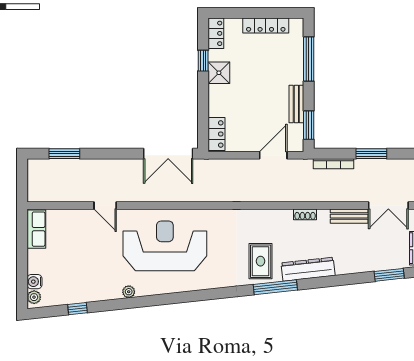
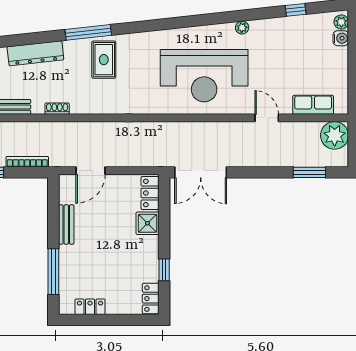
locker: (266, 26) -> (90, 307), width x0.66
shower: (219, 73) -> (147, 223), moved
window: (309, 125) -> (53, 202), removed
double door: (168, 154) -> (201, 172), swing flipped
plant: (40, 189) -> (335, 135), added
row of seats: (36, 229) -> (313, 105), moved, turned 90
dresser: (308, 269) -> (35, 53), moved

